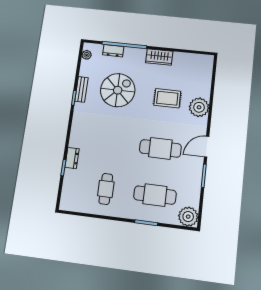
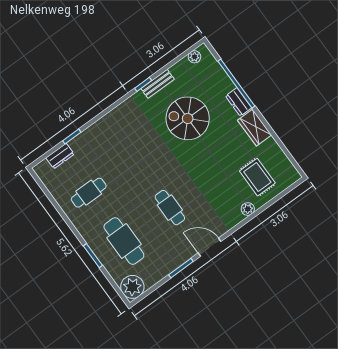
dresser: (113, 51) -> (239, 102), moved
spiral stairs: (118, 90) -> (188, 118), turned 180
rug: (167, 98) -> (257, 177), moved
plant: (199, 107) -> (248, 209), width x0.53, depth x0.53
cafe table: (160, 148) -> (170, 208), width x0.73, depth x0.74
dresser: (72, 158) -> (60, 156), moved

